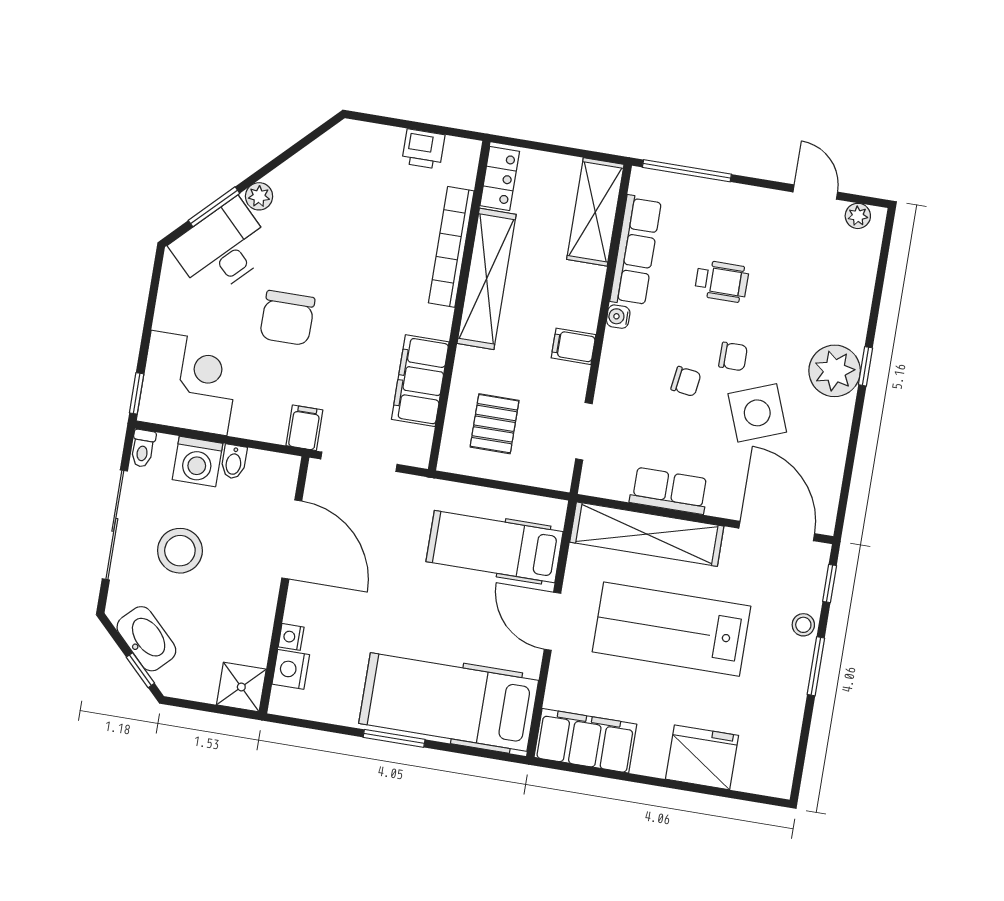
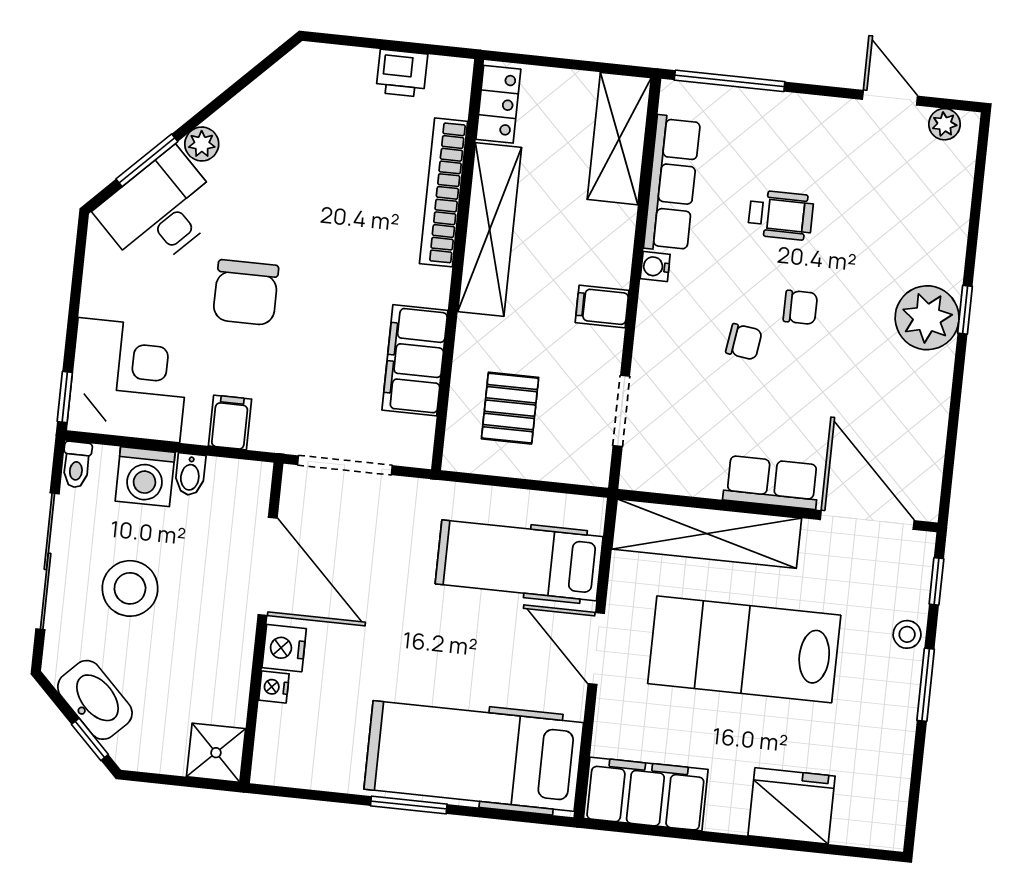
side table: (757, 413) -> (834, 375), removed
filing cabinet: (304, 428) -> (230, 422), moved
row of seats: (669, 491) -> (771, 482), moved
nightstand: (291, 669) -> (284, 648), moved

